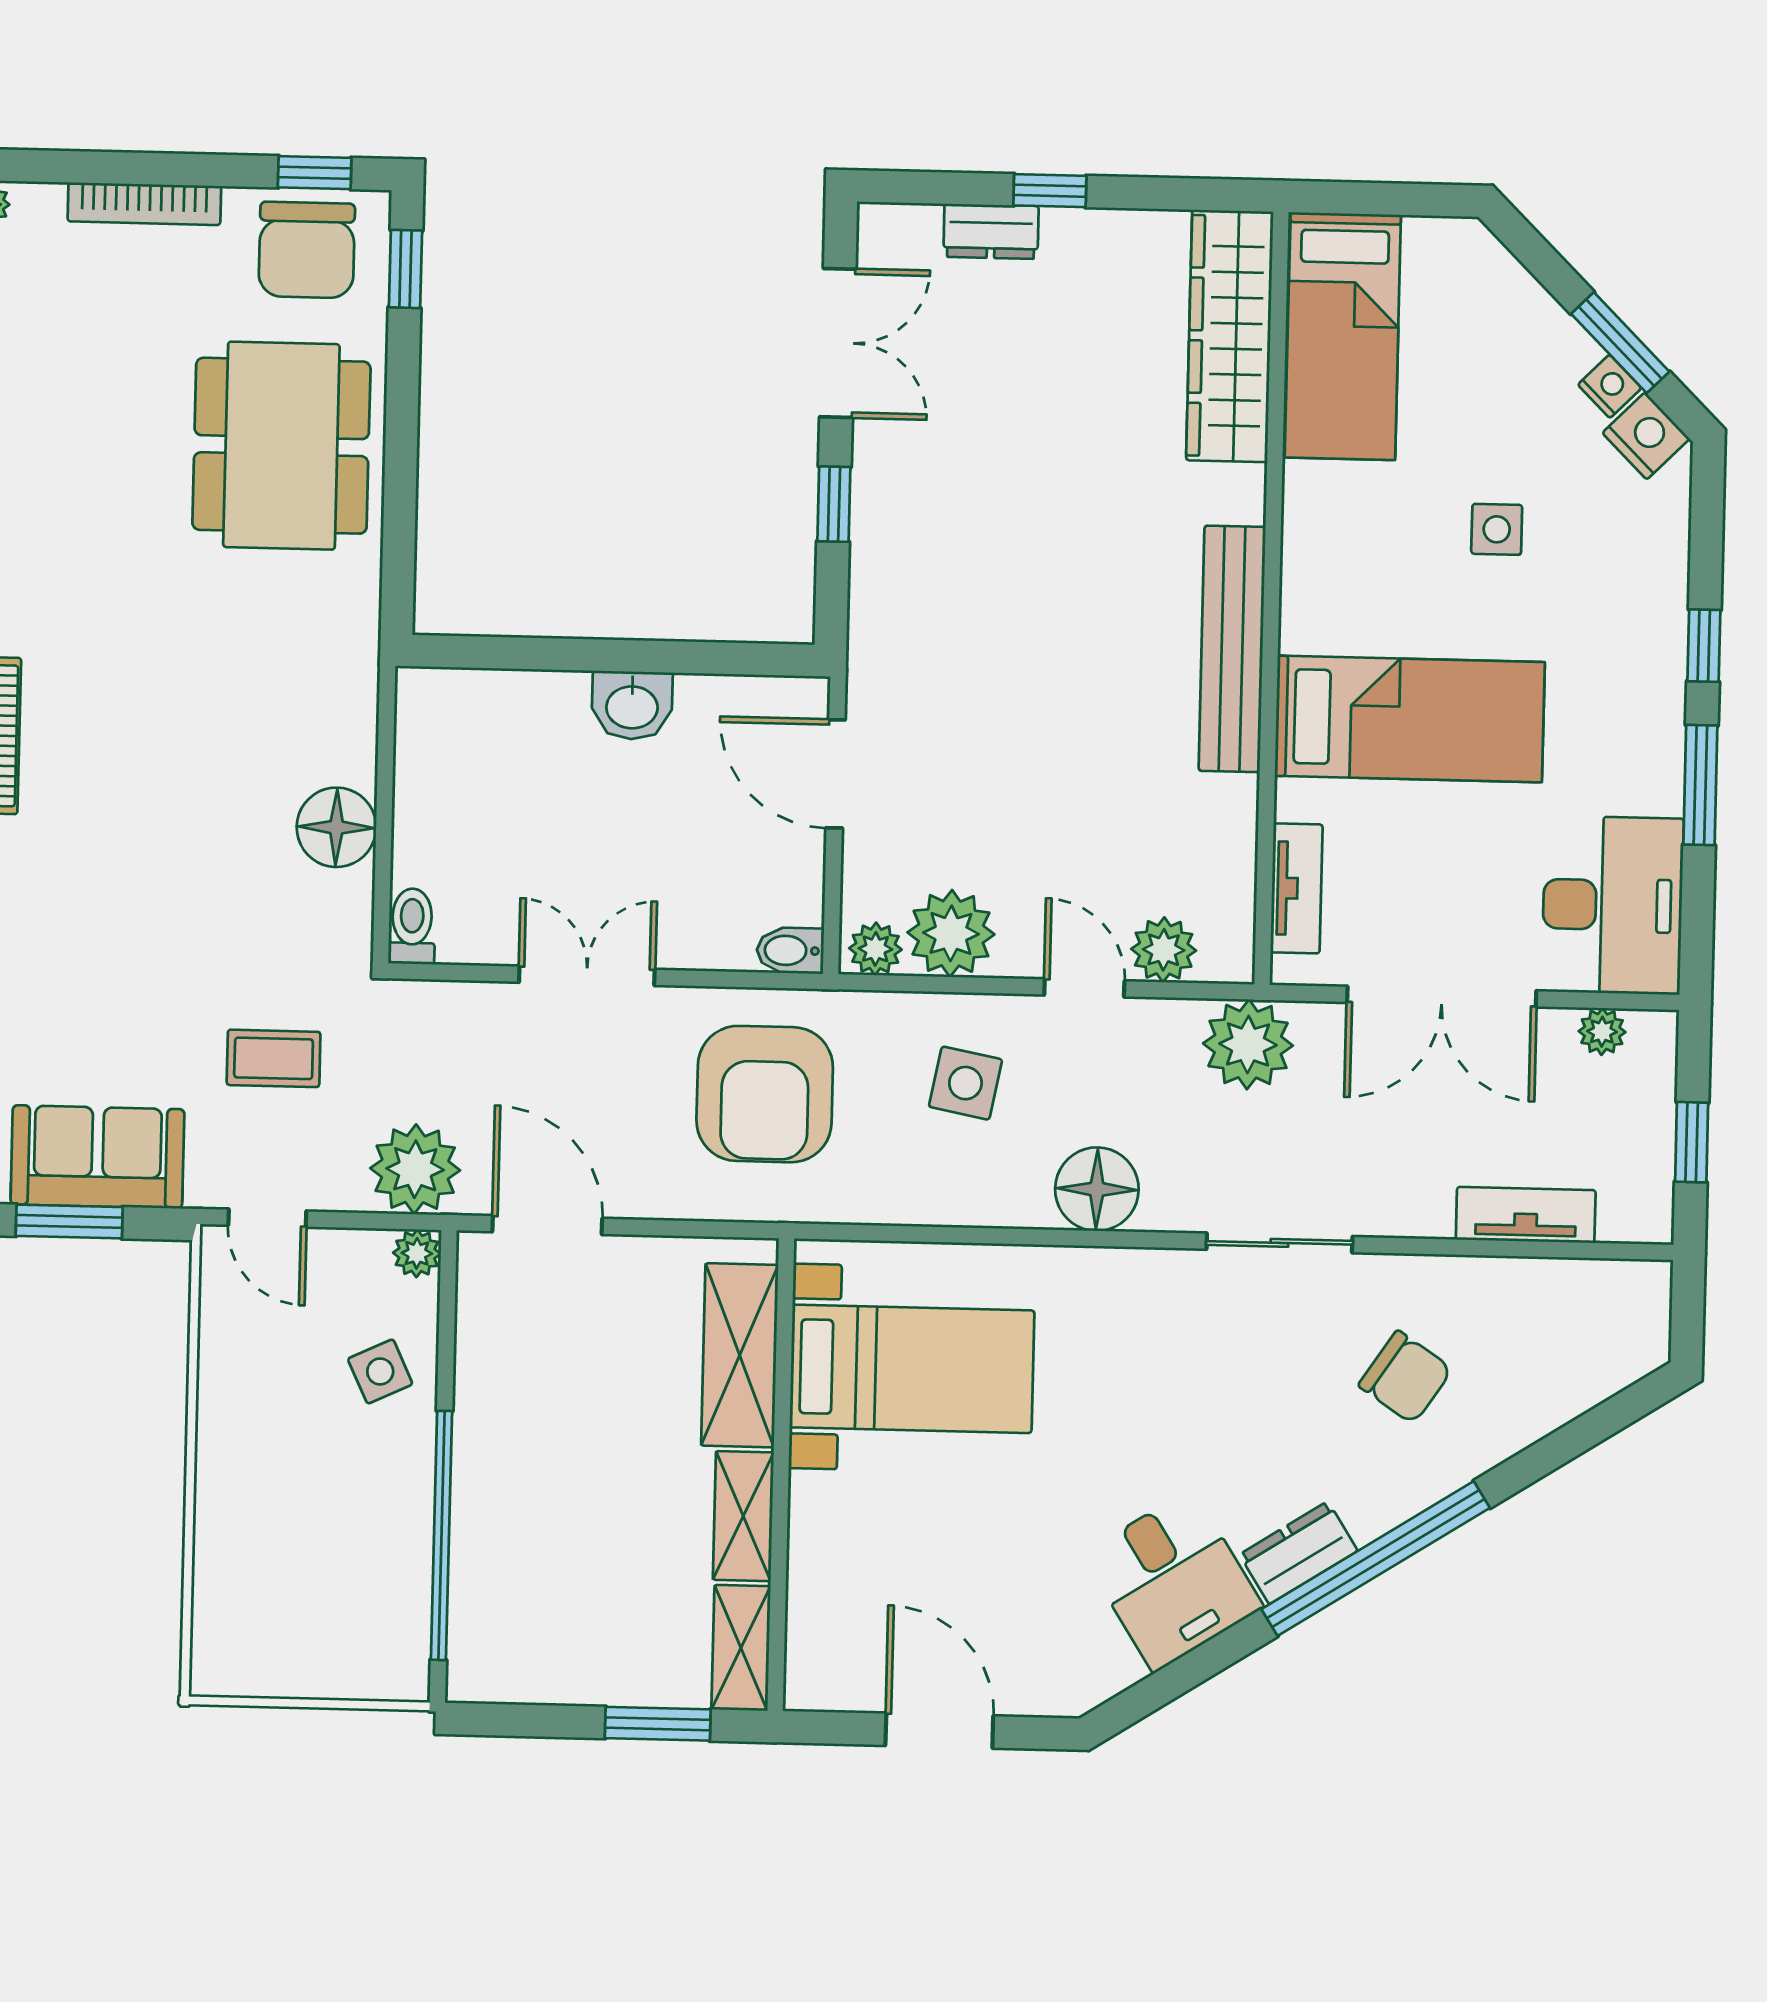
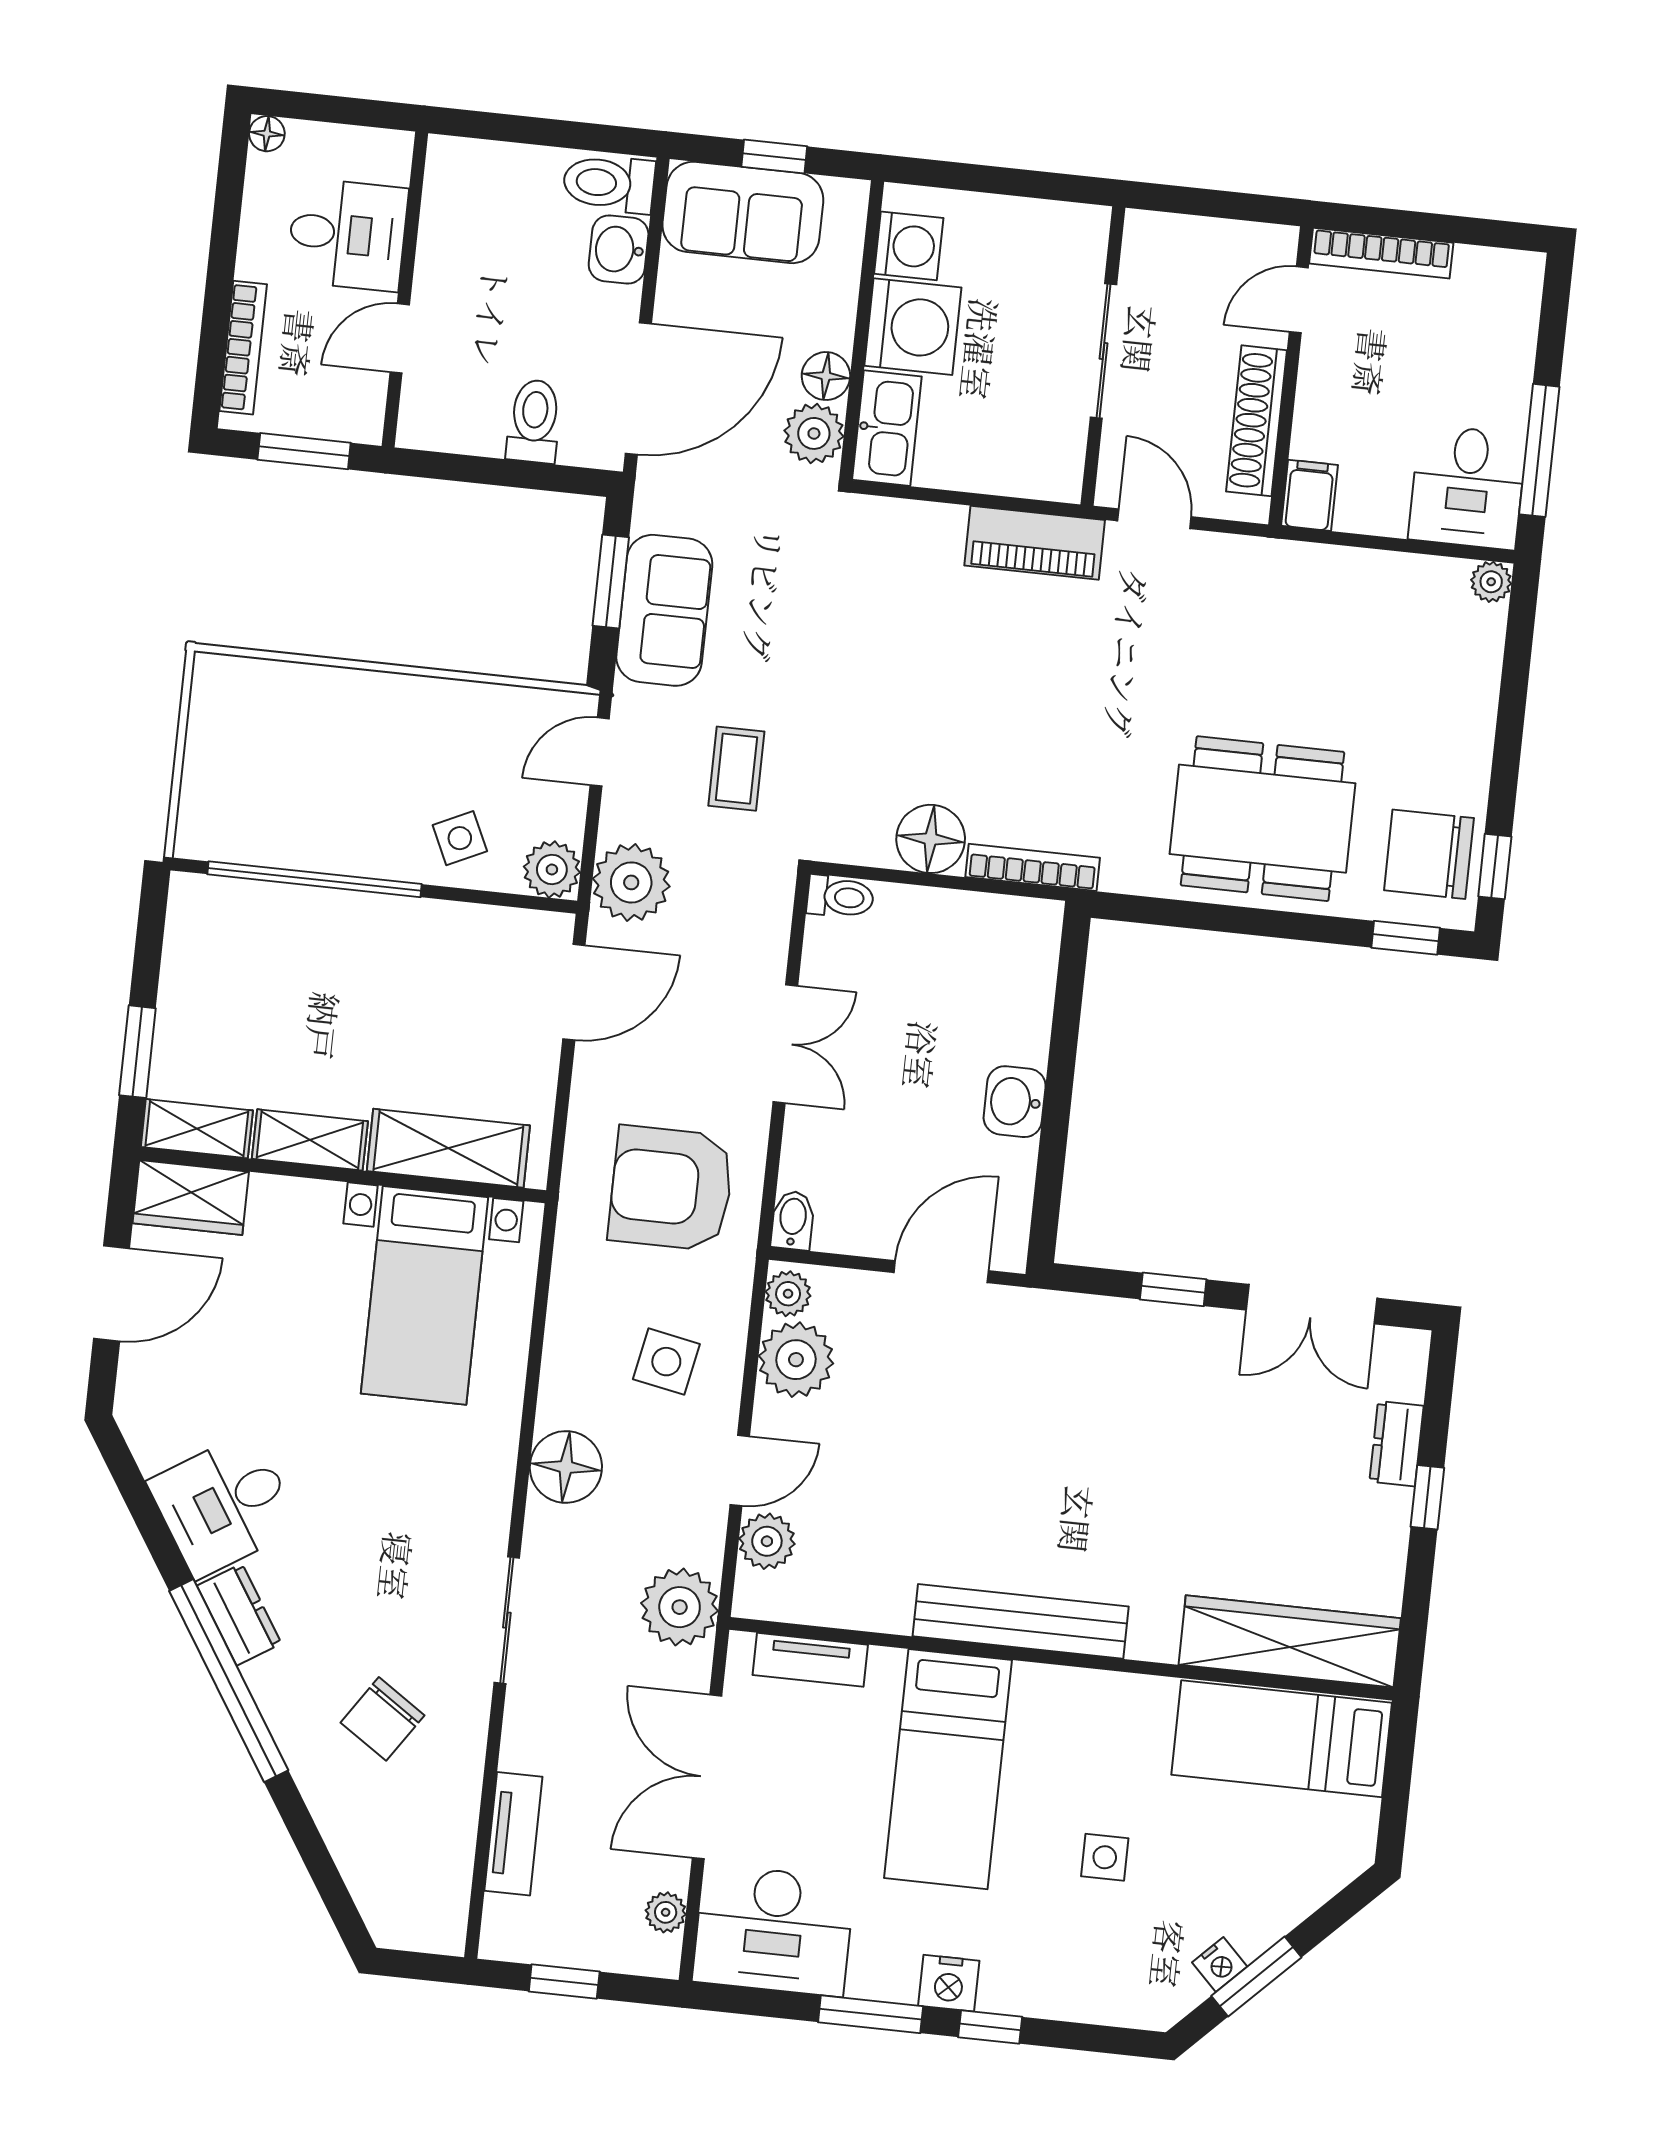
bookcase: (144, 204) -> (1033, 867), moved, turned 90
nightstand: (1646, 436) -> (949, 1983), moved, turned 45
plant: (417, 1253) -> (552, 869), width x1.38, depth x1.38
wardrobe: (821, 1648) -> (191, 1198), added

